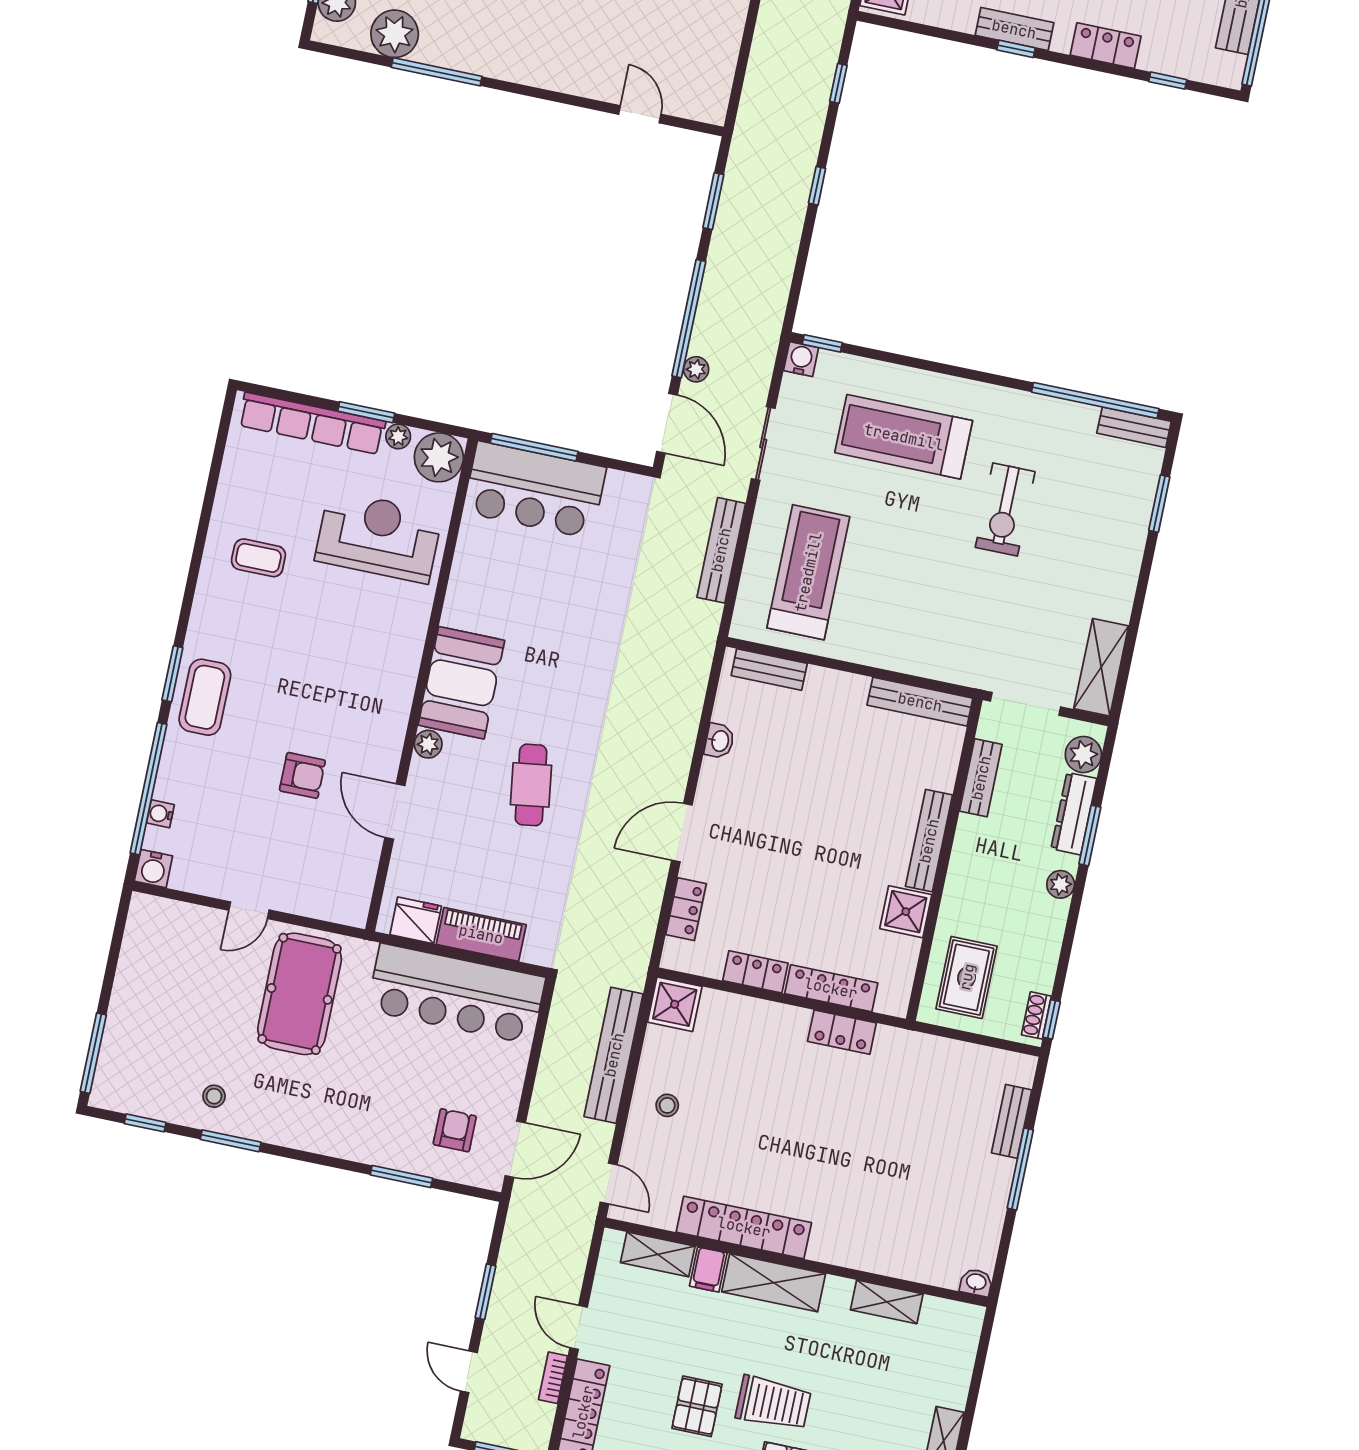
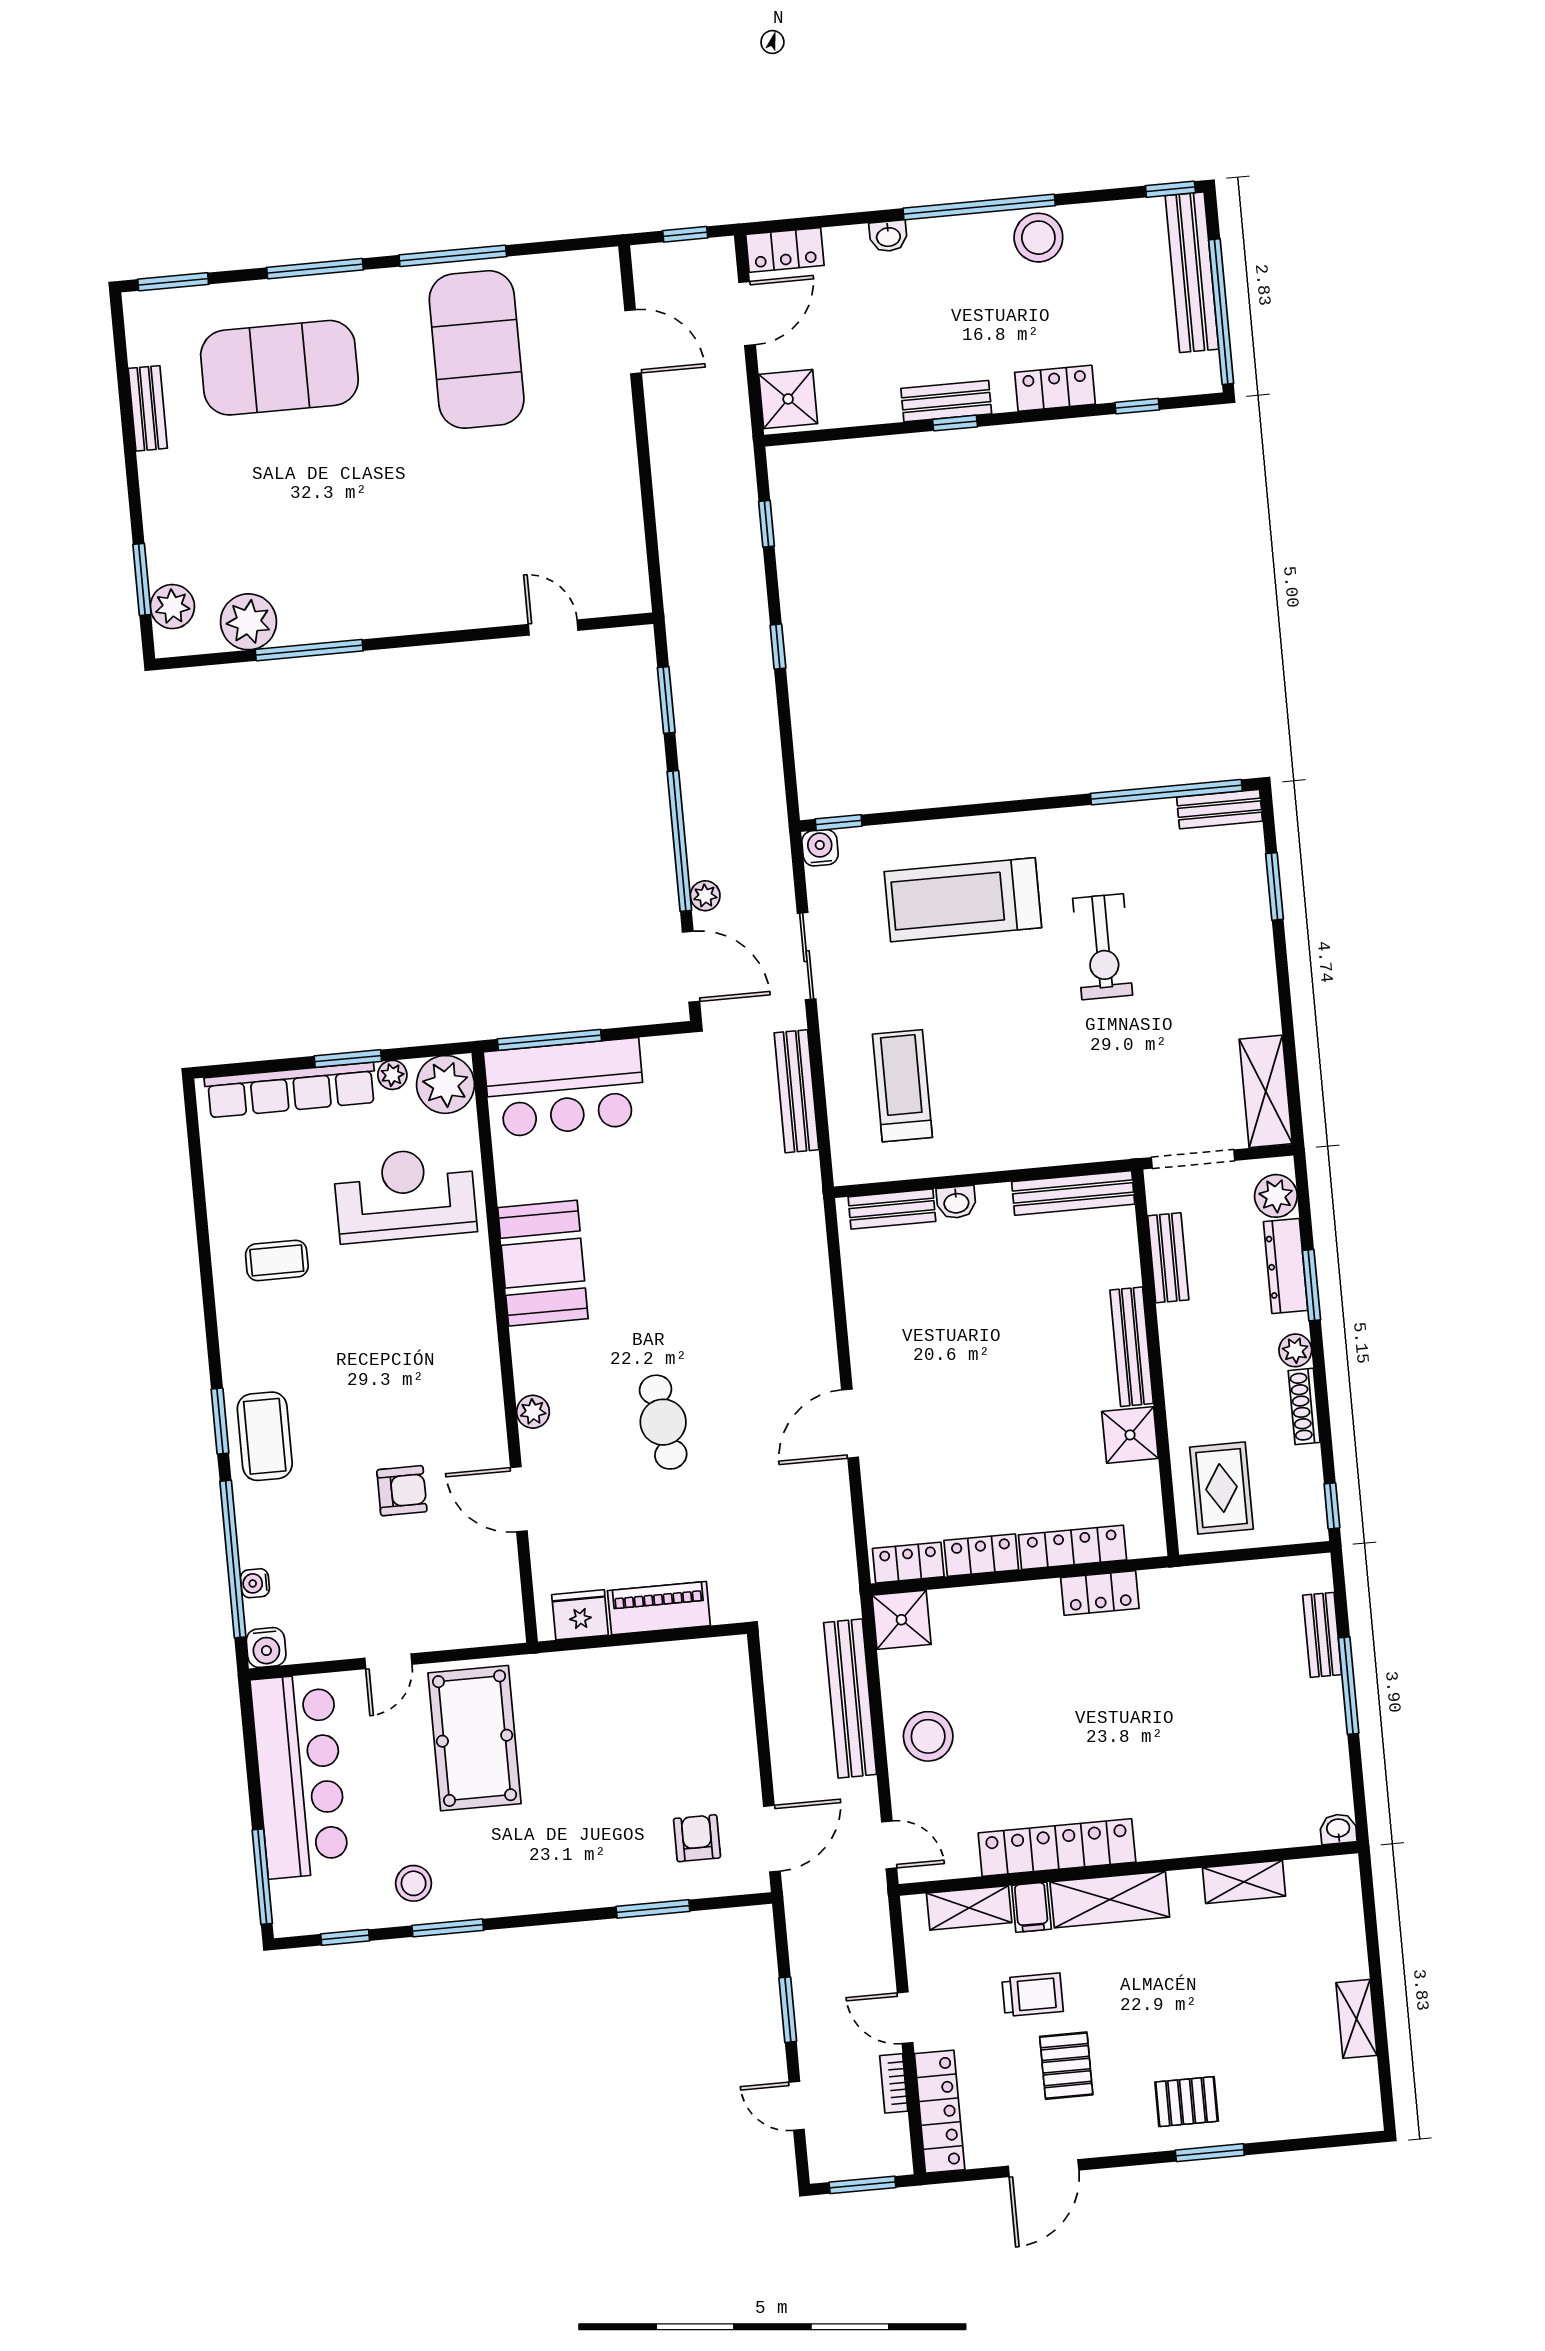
treadmill: (808, 572) -> (902, 1086), width x0.73, depth x0.73
booth: (461, 683) -> (543, 1263), moved
washbasin: (719, 741) -> (956, 1202), moved, turned 90
locker: (686, 909) -> (908, 1563), moved, turned -90
bar counter: (456, 994) -> (300, 1776), moved, turned -90
shoe rack: (1036, 1015) -> (1304, 1406), moved, width x1.43
stool: (214, 1096) -> (414, 1883), width x1.37, depth x1.37
stool: (667, 1105) -> (928, 1736), width x1.89, depth x1.89
trolley: (773, 1403) -> (1033, 1995), moved, width x0.73, depth x0.72

